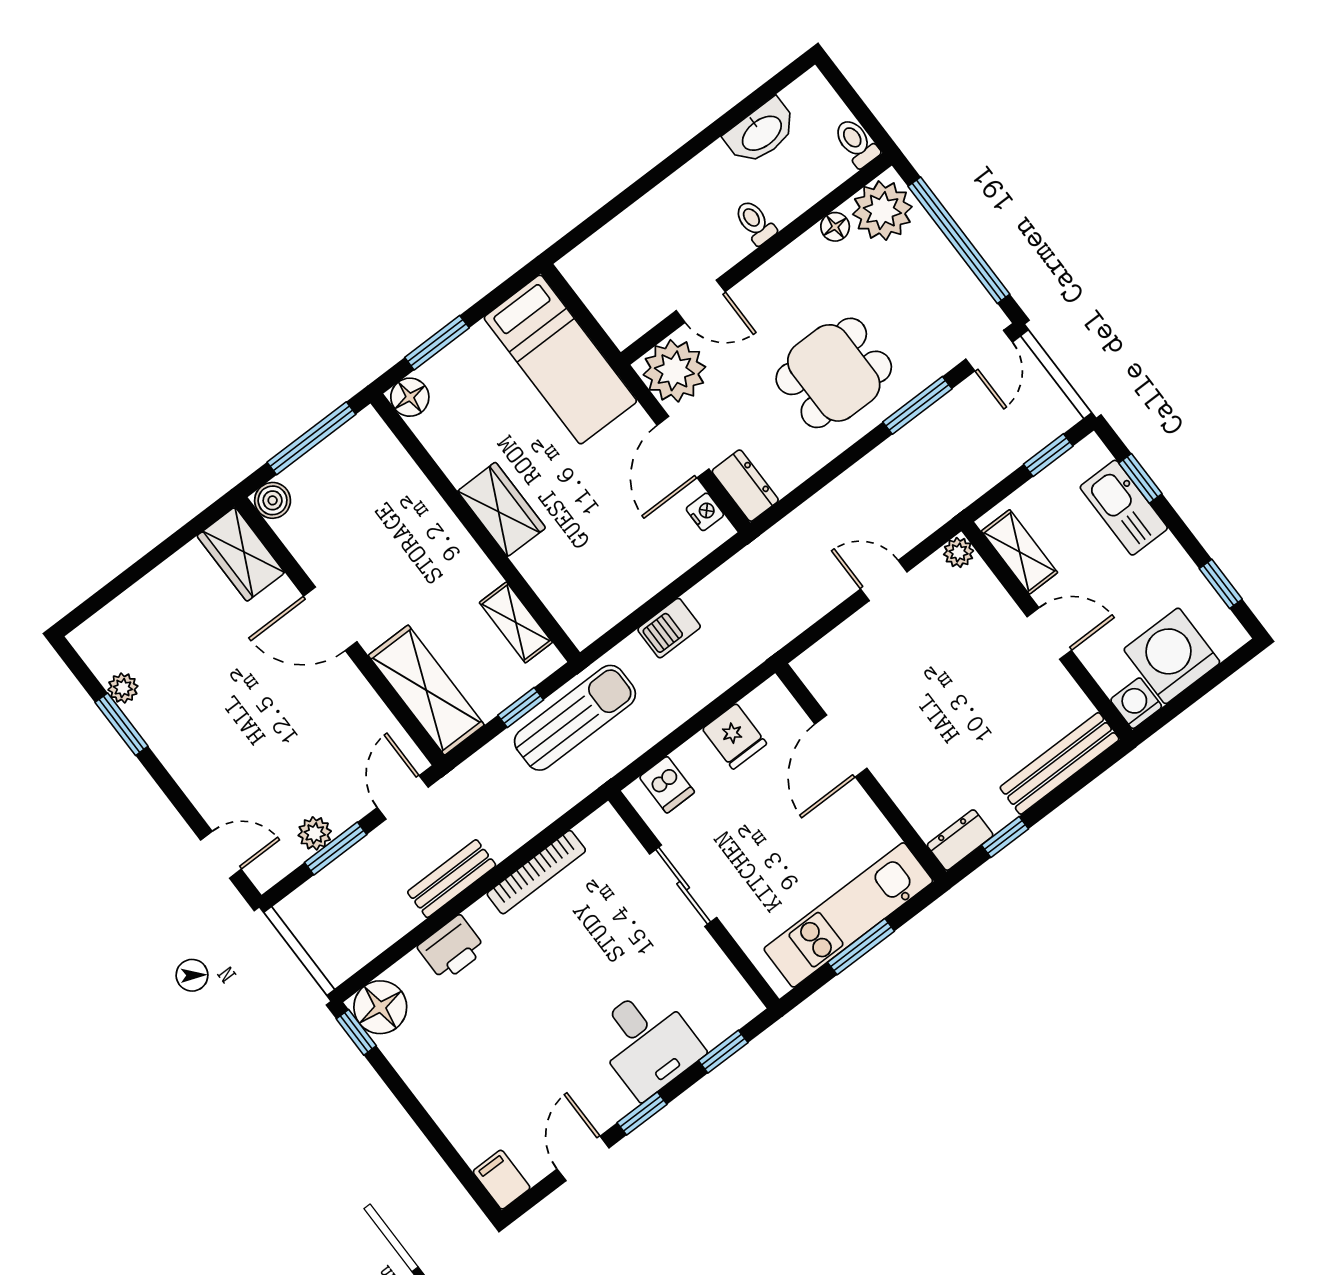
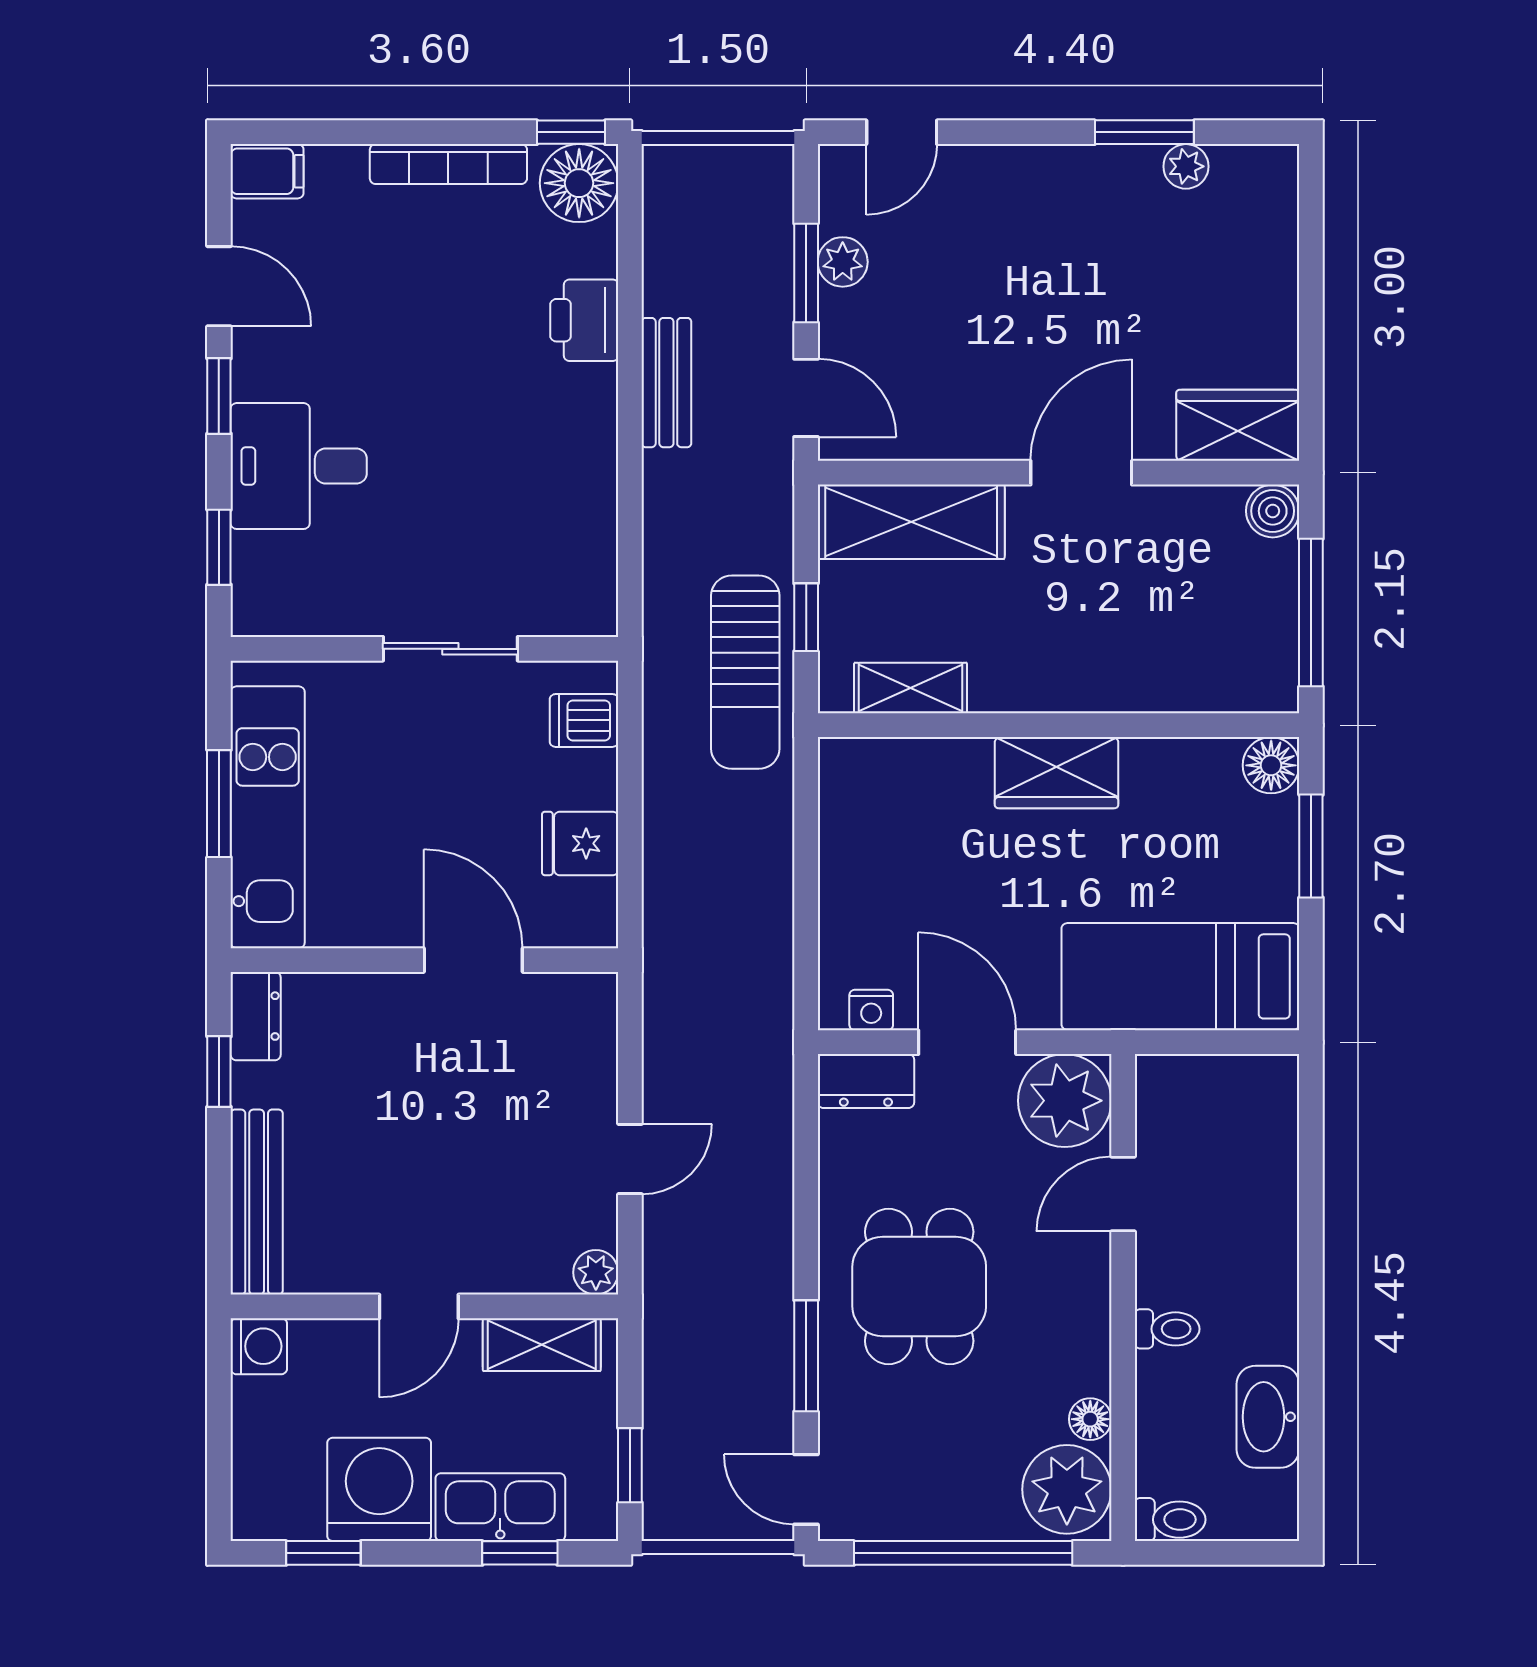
barbecue: (669, 628) -> (766, 864), removed
washing machine: (1172, 656) -> (379, 1489), moved, turned -90
bookcase: (536, 872) -> (448, 164), moved, turned -90

